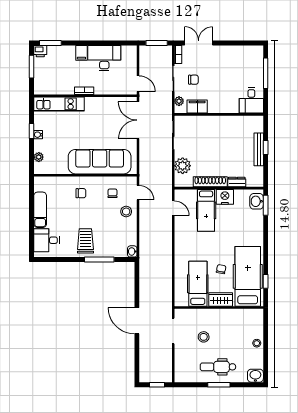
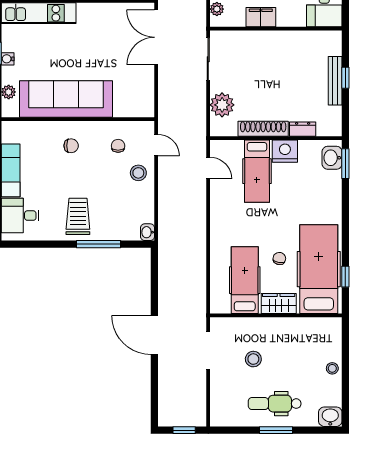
filing cabinet: (197, 107) -> (261, 17), moved
sofa: (100, 162) -> (66, 99), moved

